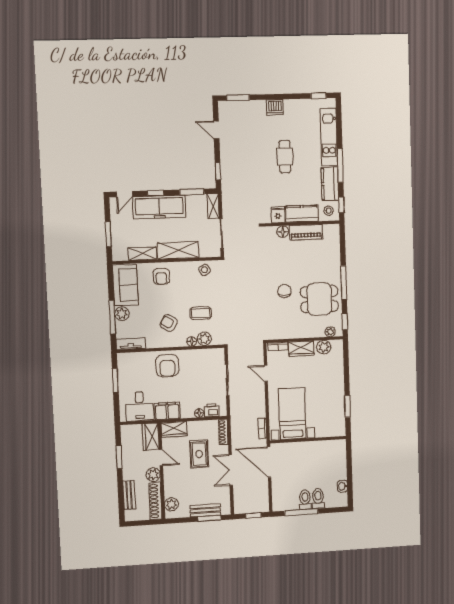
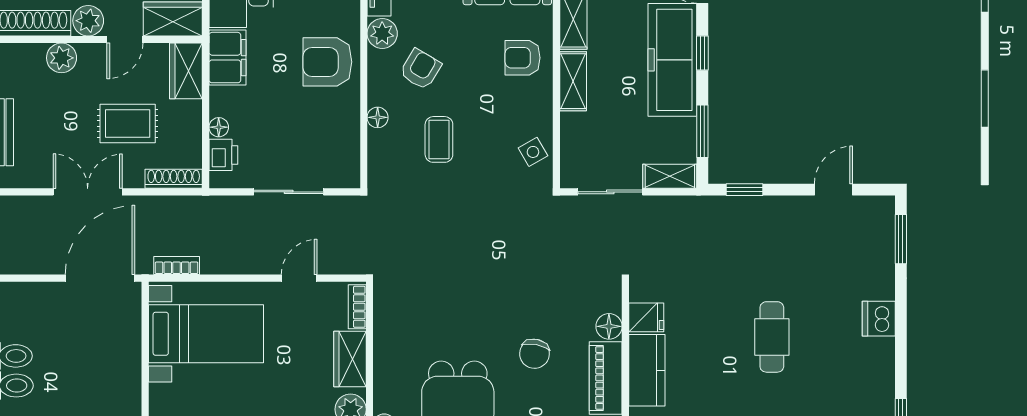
cafe table: (285, 157) -> (772, 337), turned 90
shelving: (178, 250) -> (573, 81), width x0.67, depth x0.75
chair: (284, 291) -> (534, 354), moved, turned 101
plant: (204, 339) -> (382, 33), moved
plant: (171, 504) -> (62, 58), moved

